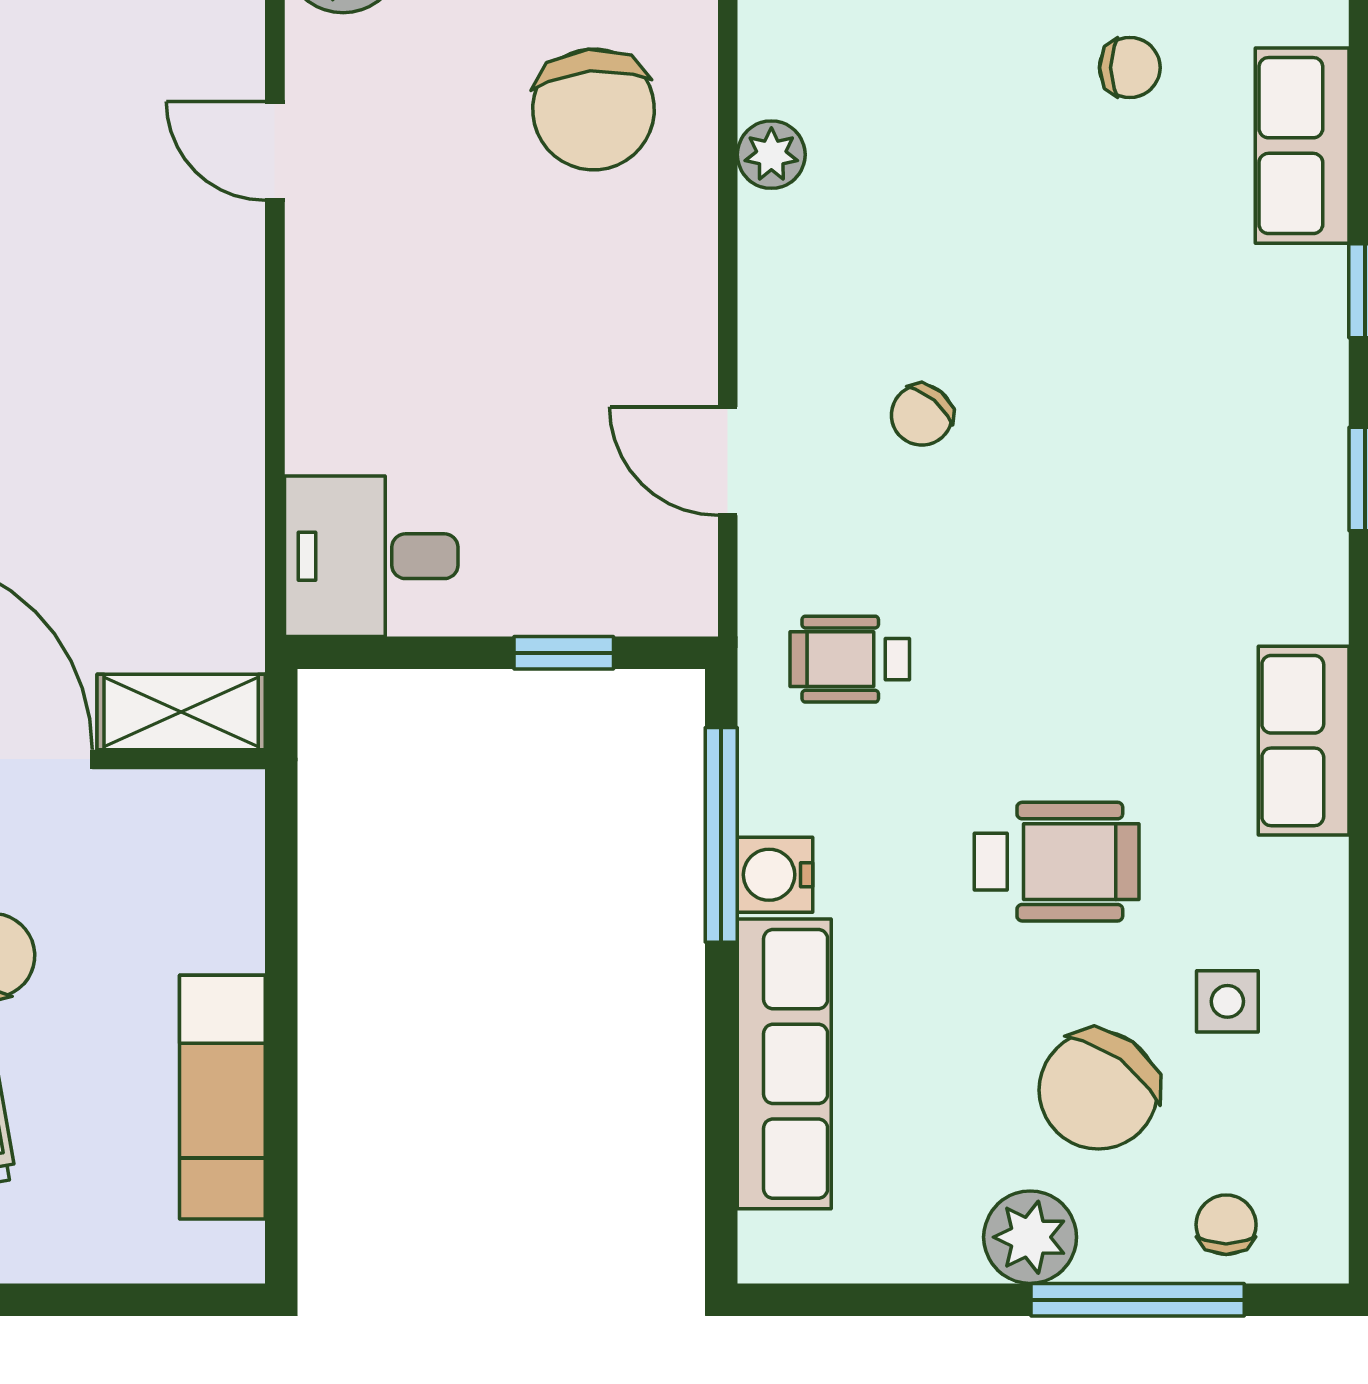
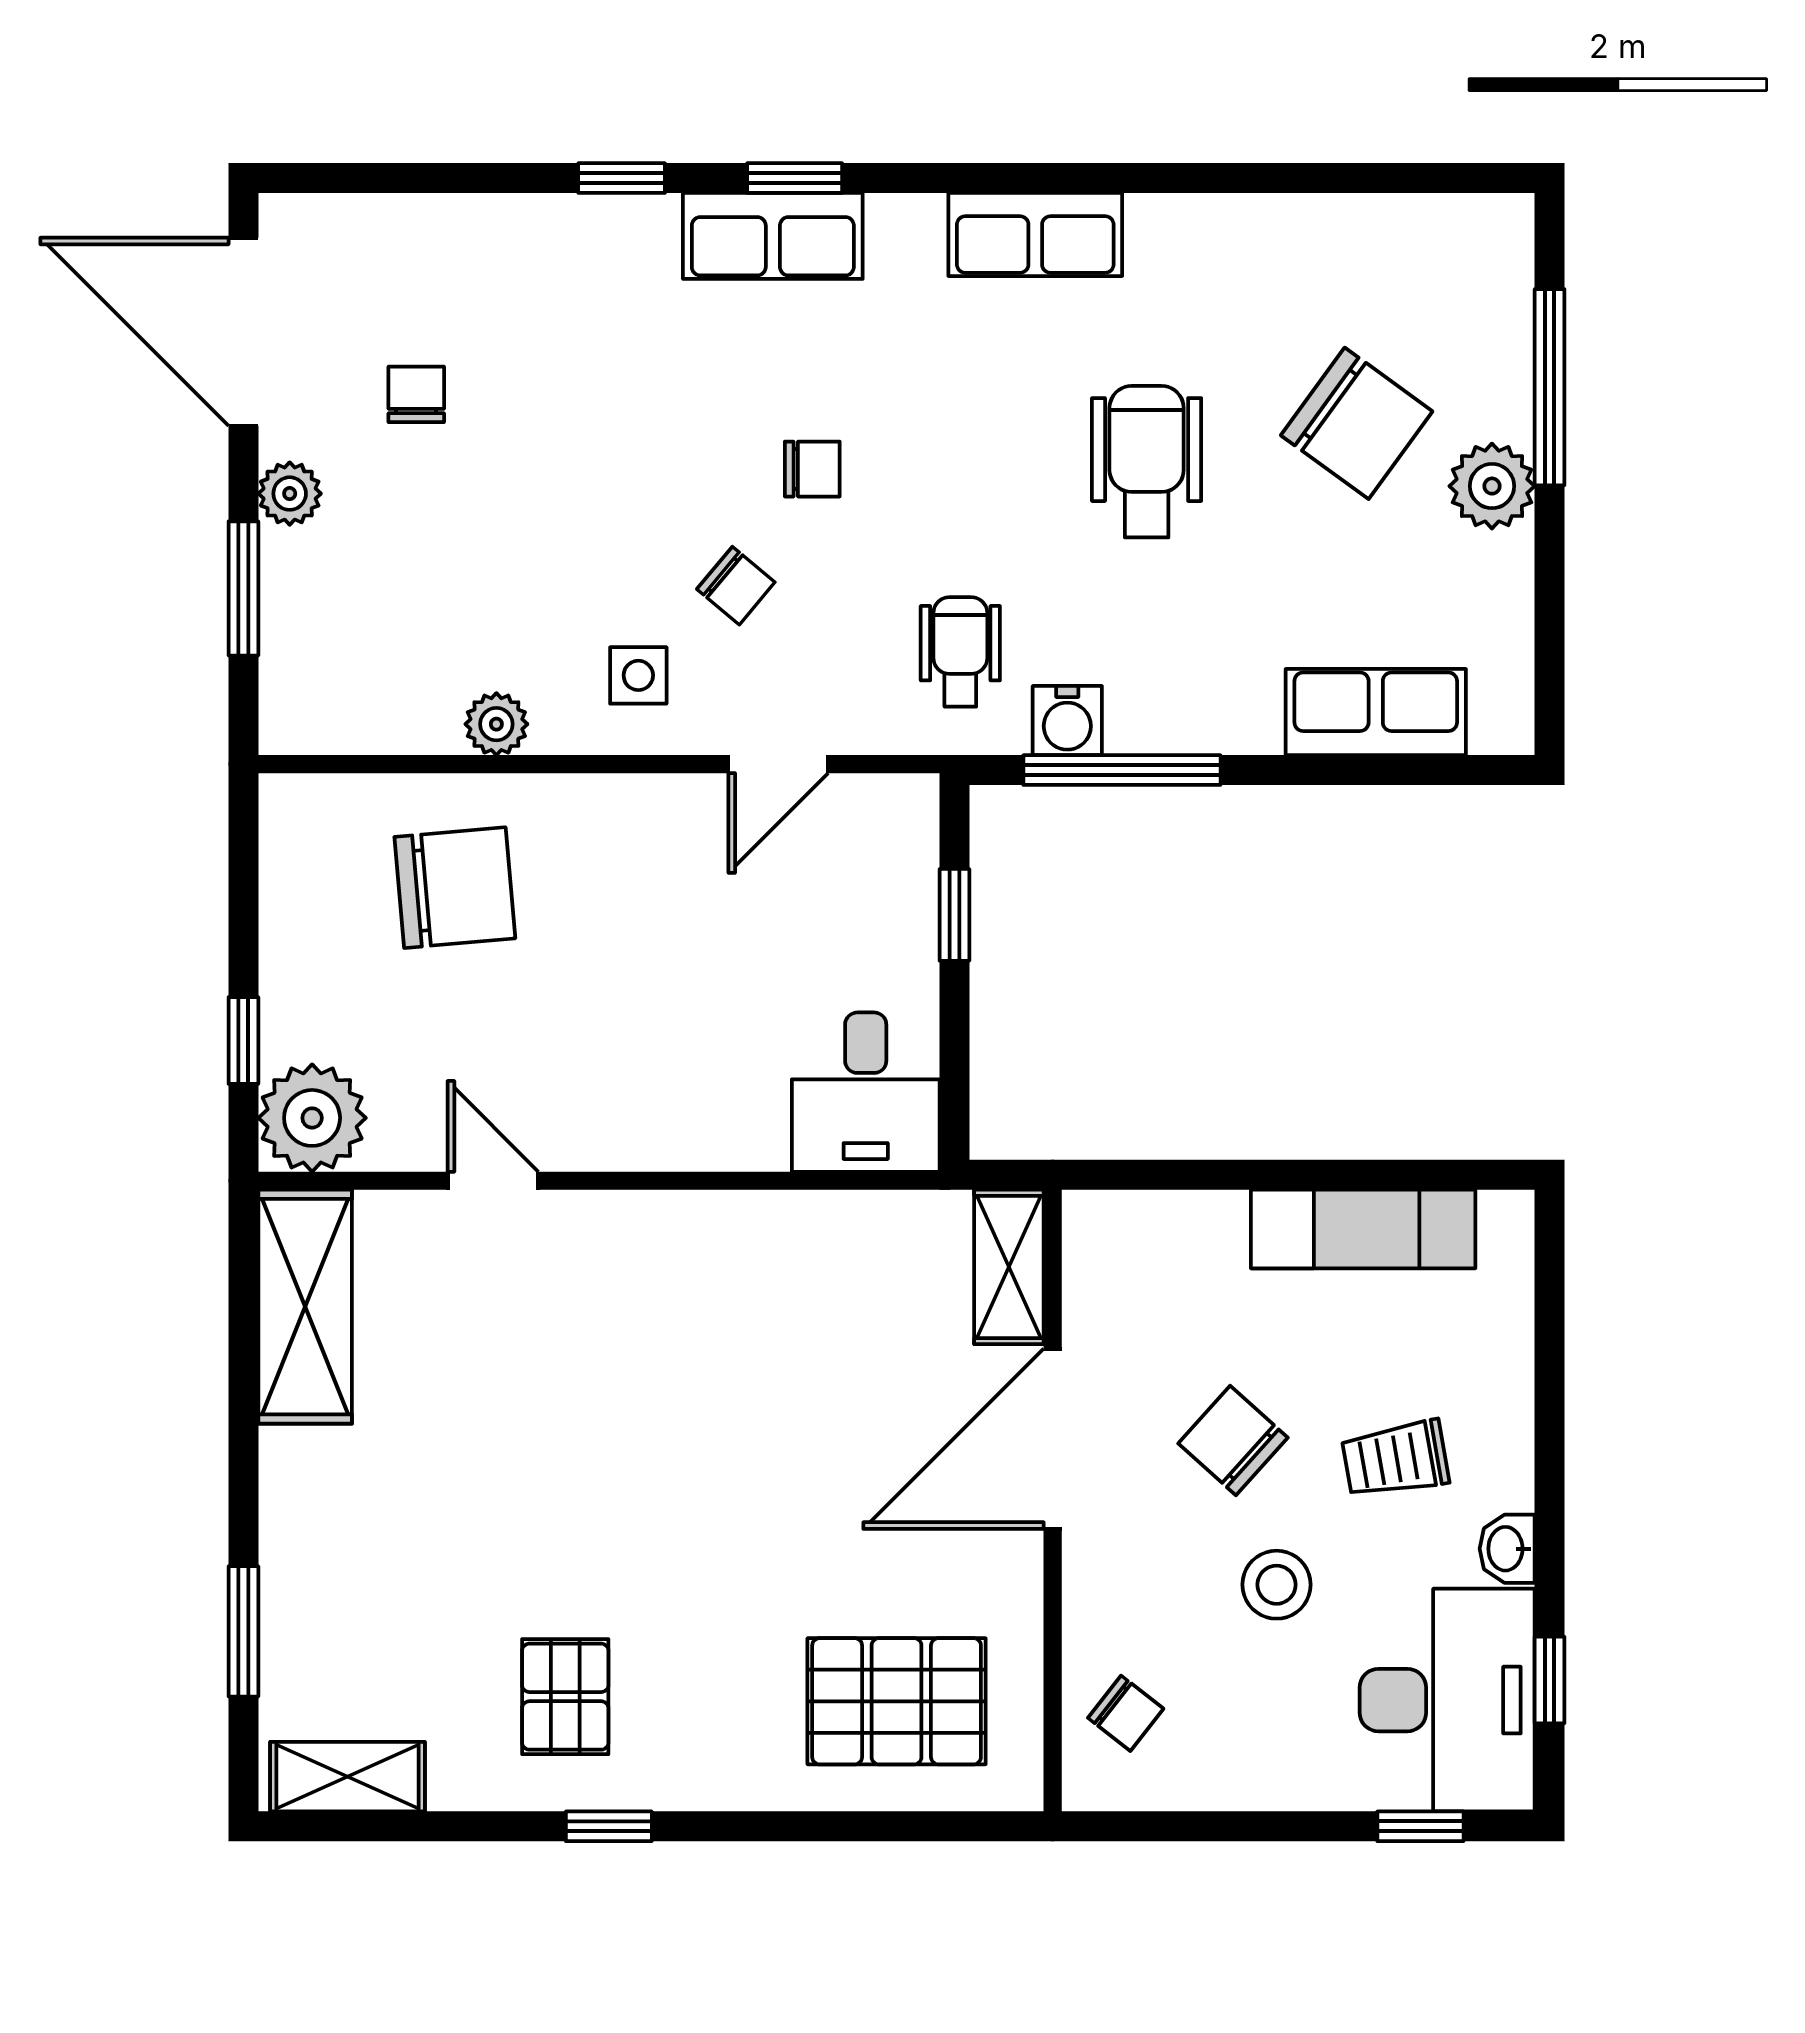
row of seats: (1302, 146) -> (773, 236), moved
door: (275, 151) -> (493, 1181), swing flipped
wheelchair: (850, 659) -> (960, 652), turned 180
water cooler: (775, 875) -> (1067, 721), moved
side table: (1227, 1001) -> (638, 675), moved
row of seats: (784, 1064) -> (1376, 712), width x0.68
chair: (1226, 1225) -> (812, 469), moved, turned 180

